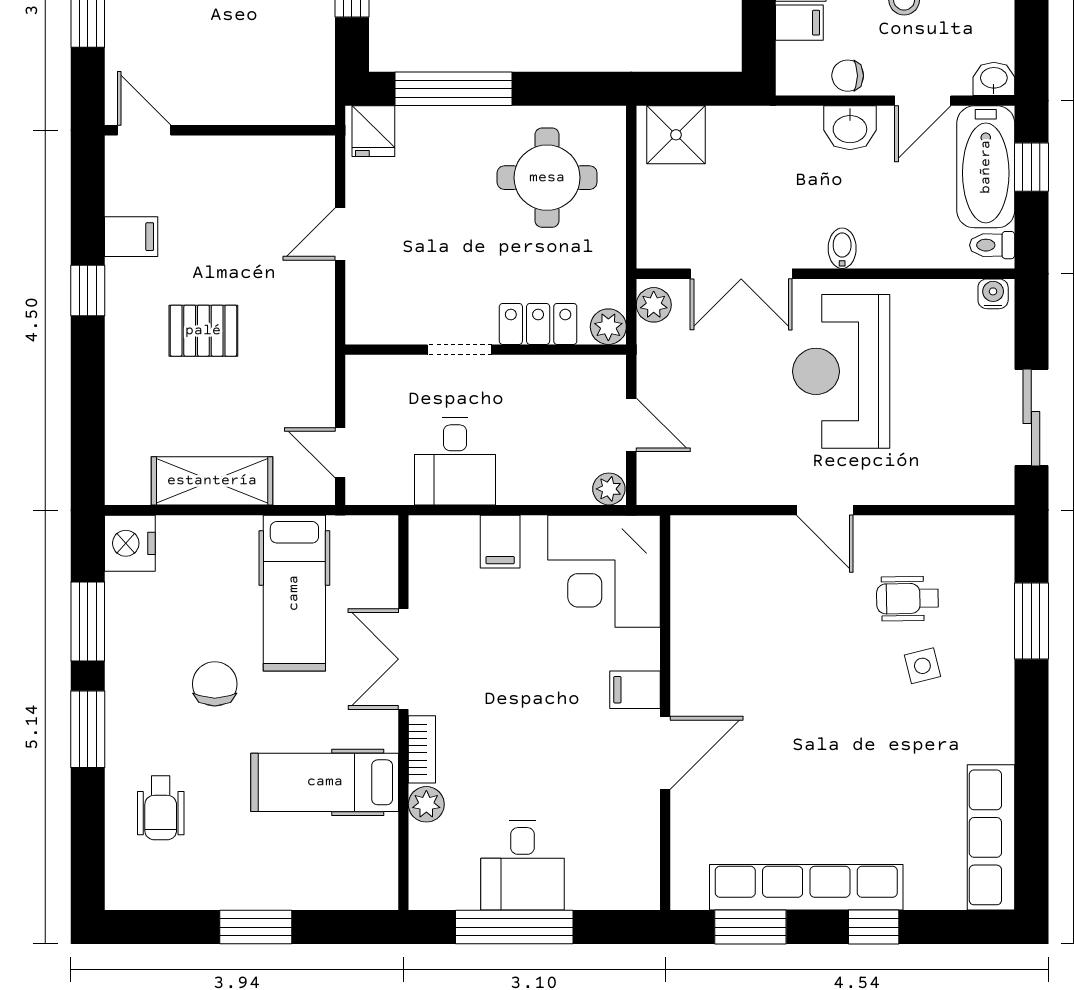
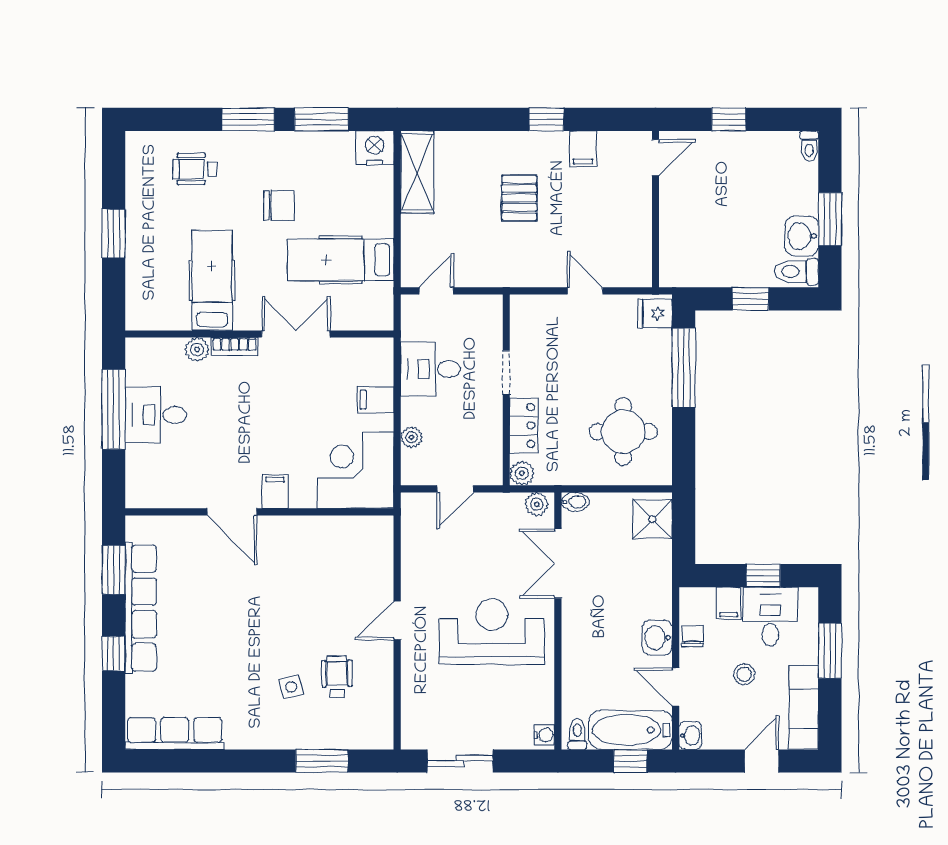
bidet: (842, 248) -> (575, 502), moved
shelving: (212, 481) -> (417, 172), moved
plant: (609, 489) -> (412, 437), moved

